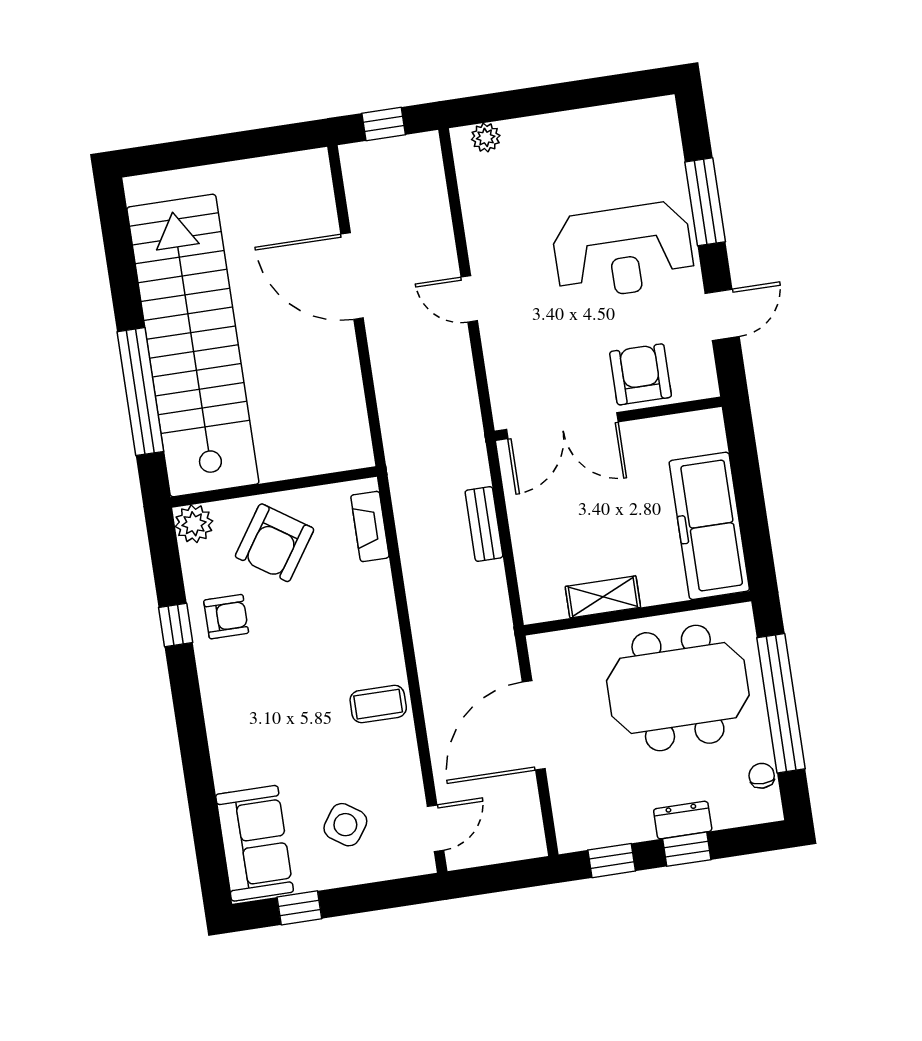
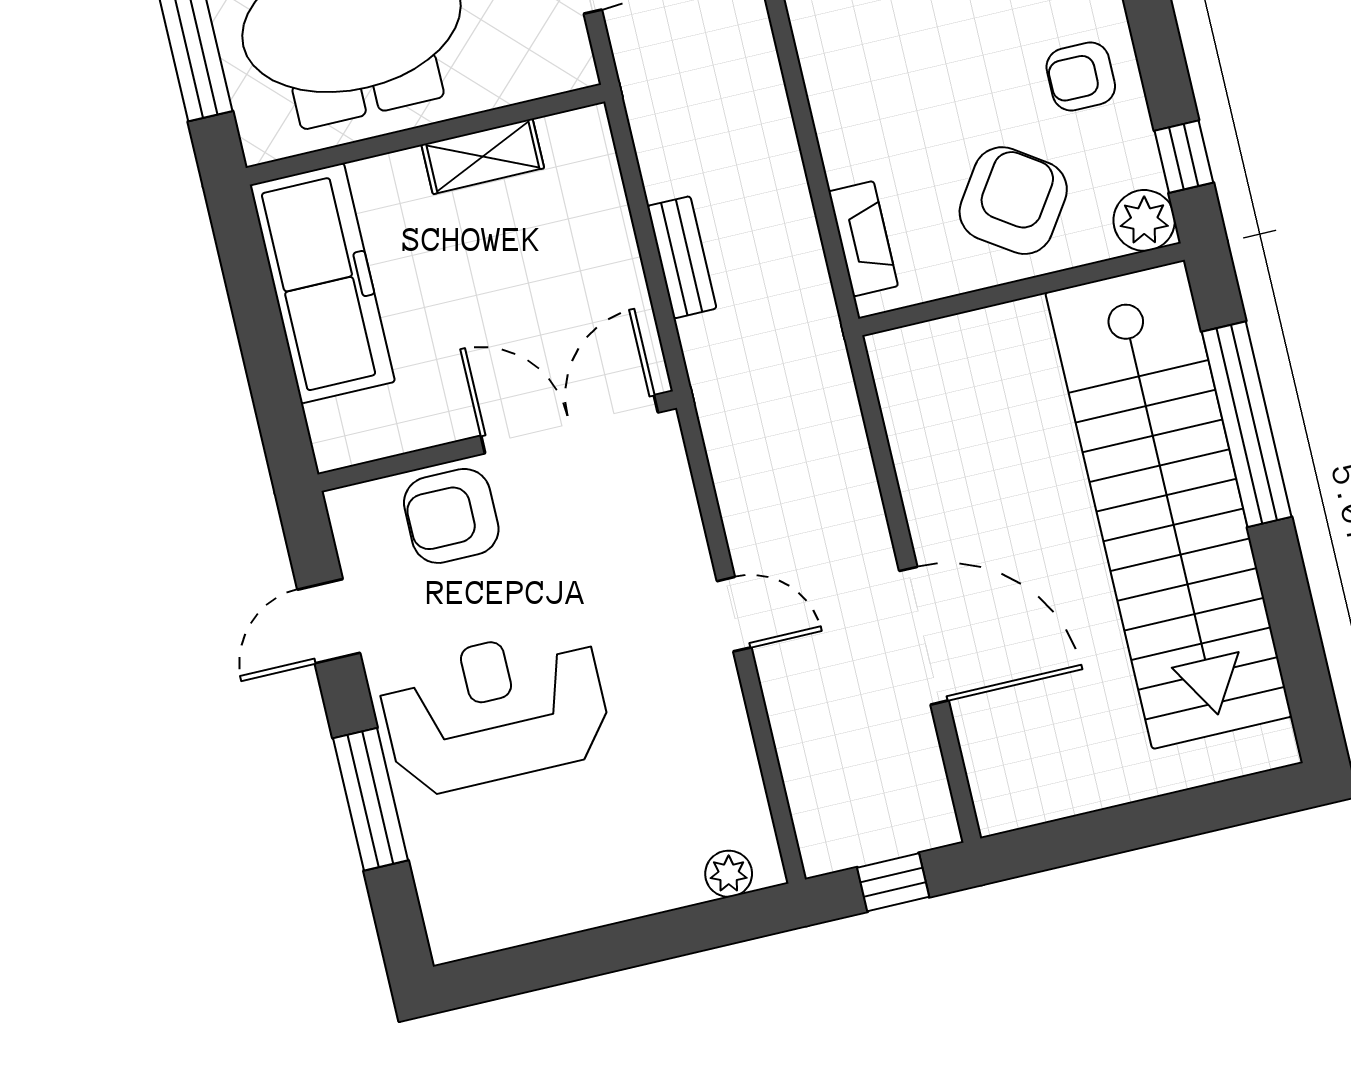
armchair: (641, 374) -> (451, 516), turned 90
window: (176, 625) -> (1184, 157), moved

